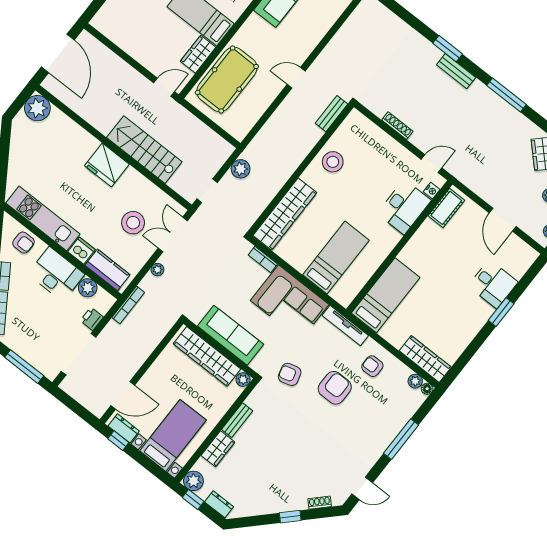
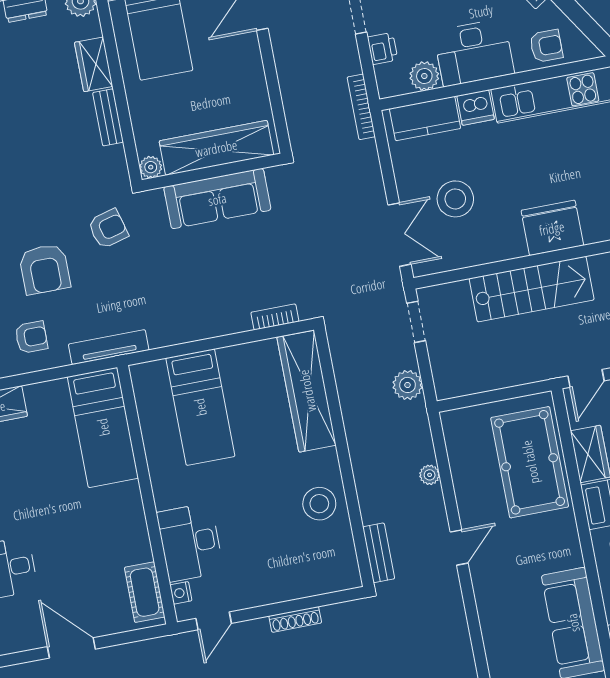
armchair: (23, 243) -> (546, 46), turned 180
plant: (157, 270) -> (430, 475), moved
corner sofa: (290, 303) -> (195, 304), removed

